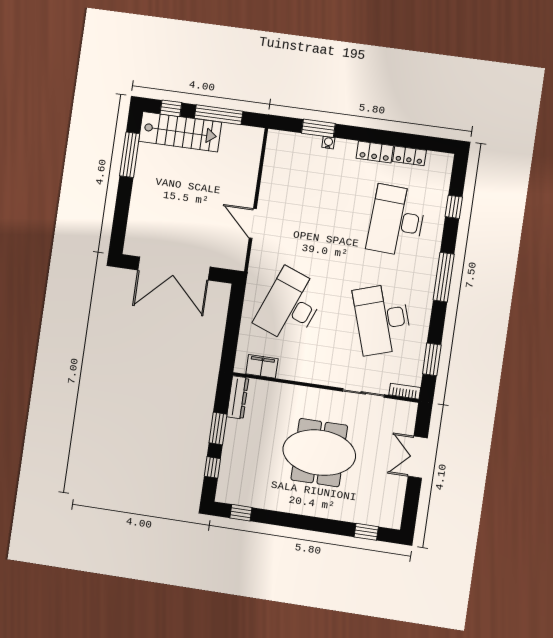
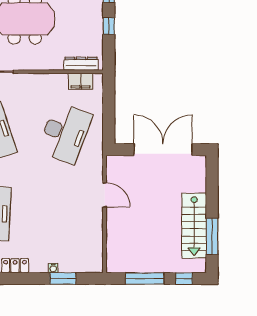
stairs: (180, 132) -> (194, 226), moved, turned -90
dresser: (238, 397) -> (81, 64), moved, turned 90
window: (218, 428) -> (109, 26), width x0.67

